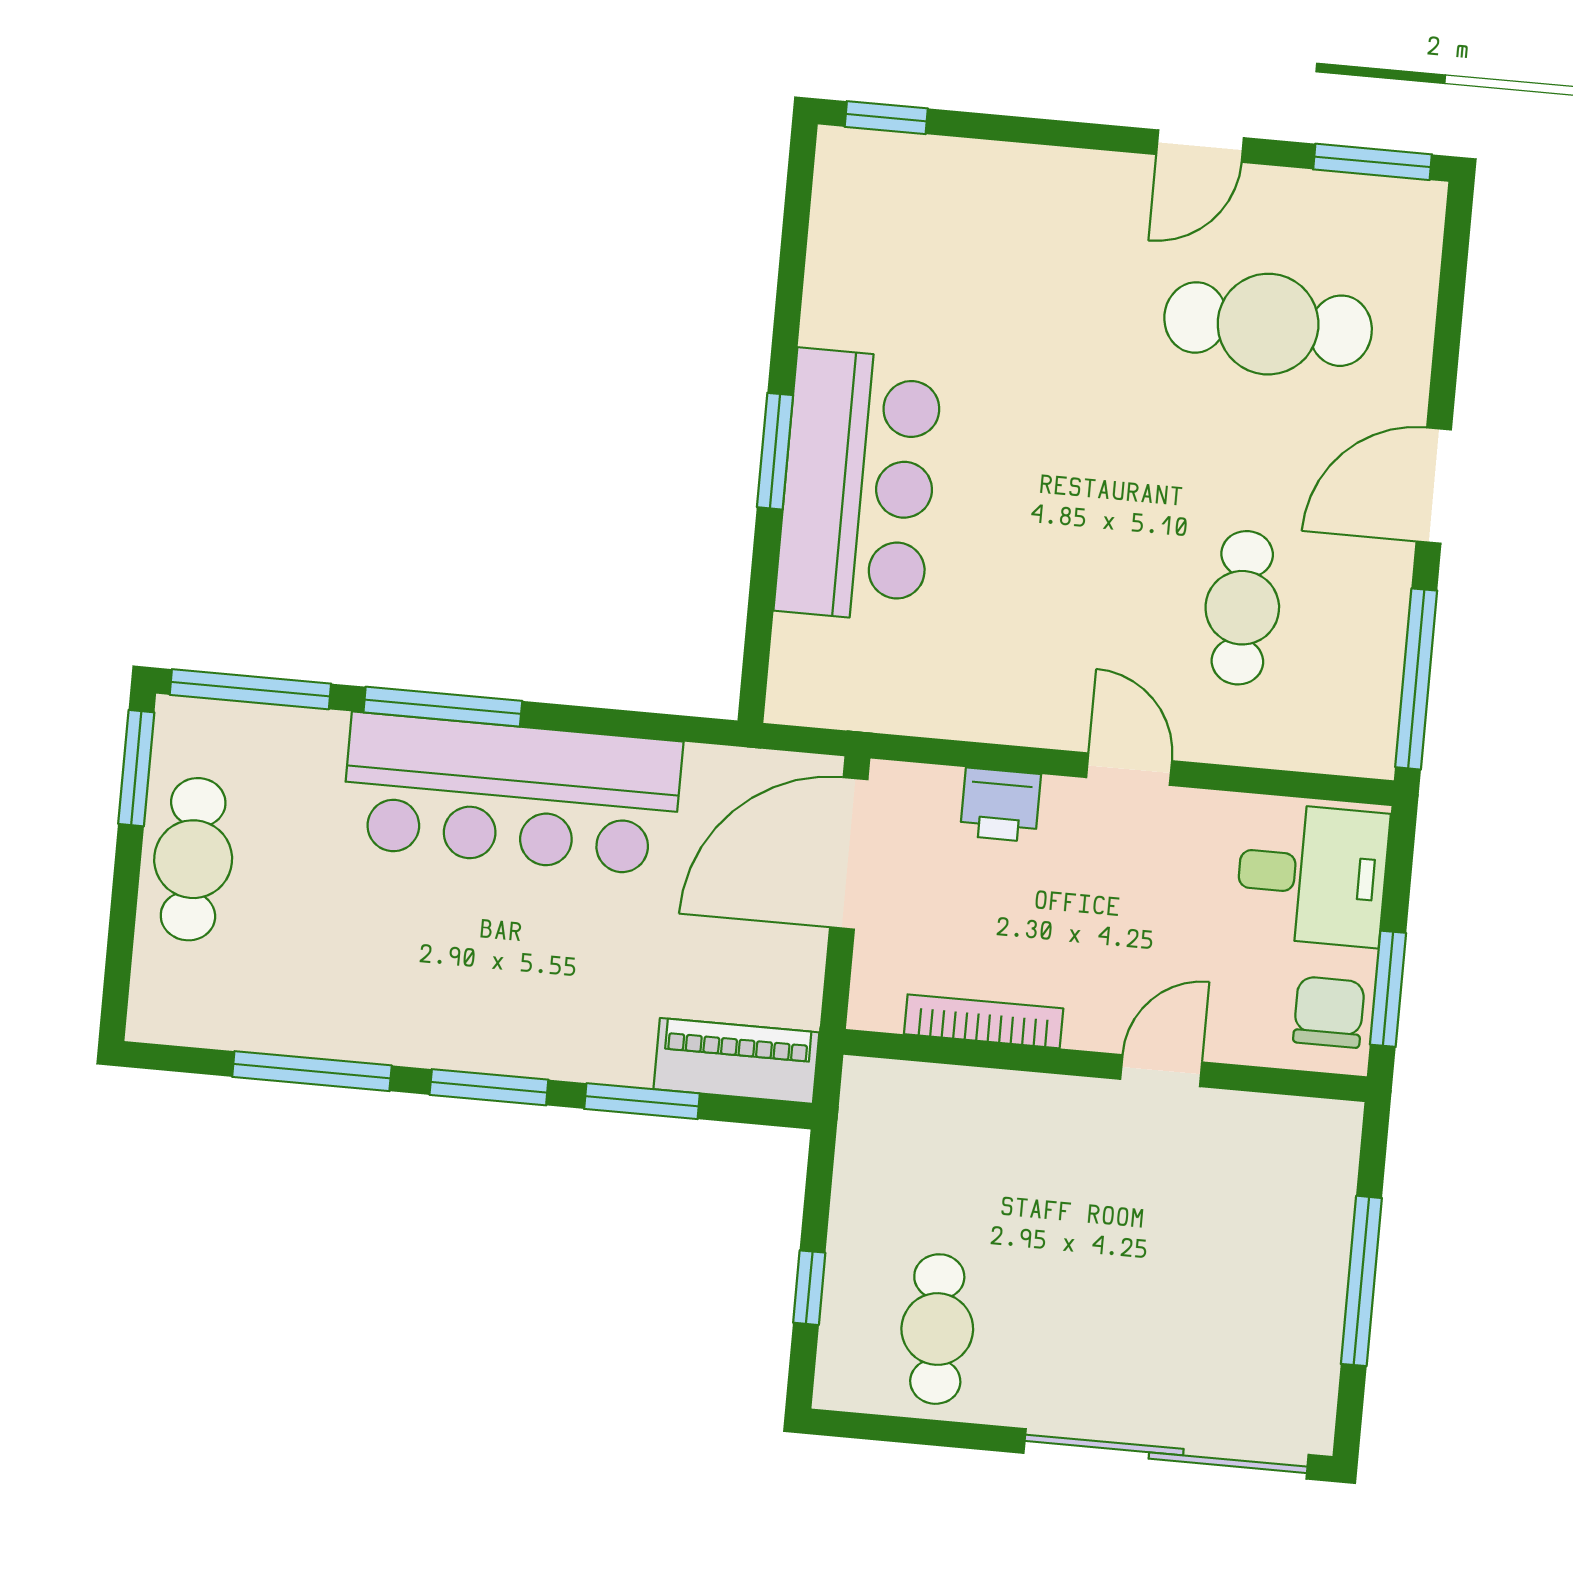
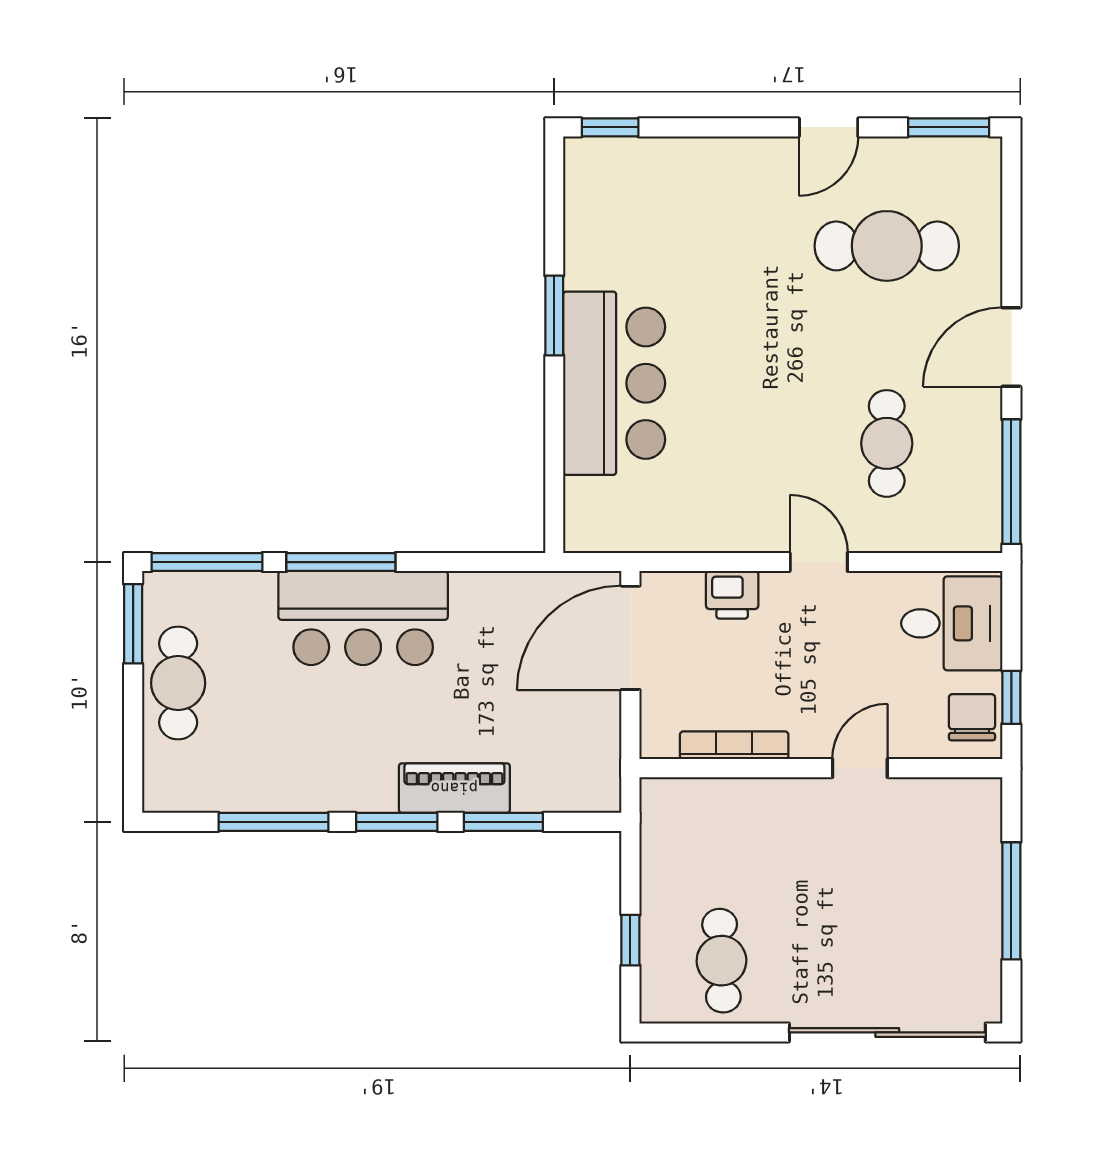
window: (775, 451) -> (554, 315), moved
bar counter: (512, 794) -> (363, 618), width x0.73
window: (1388, 989) -> (1011, 697), width x0.67
piano: (736, 1061) -> (454, 788), moved

